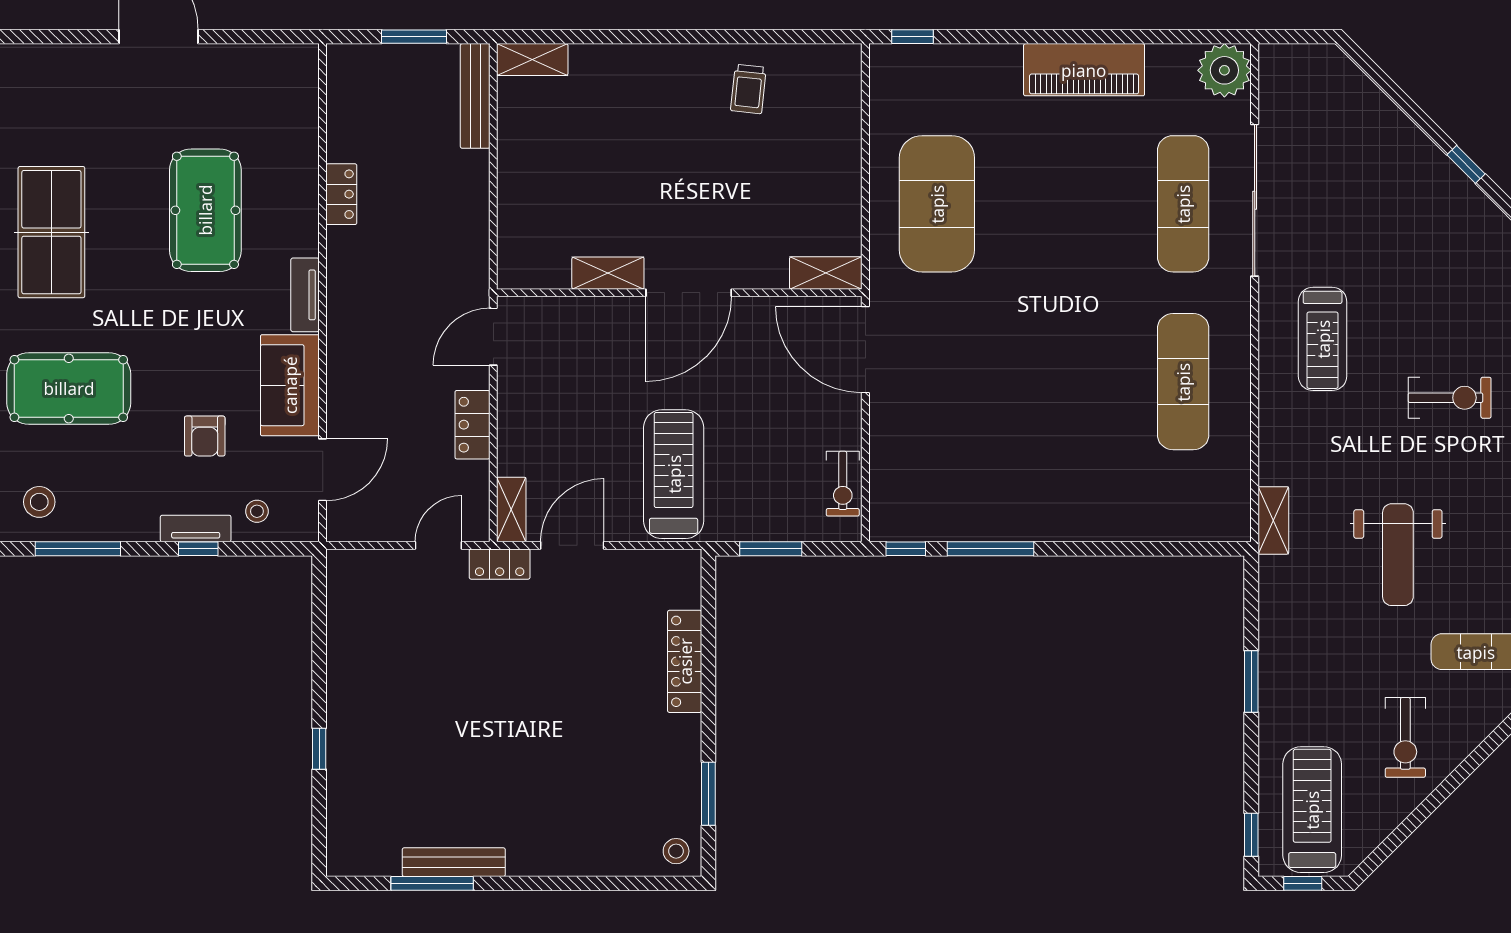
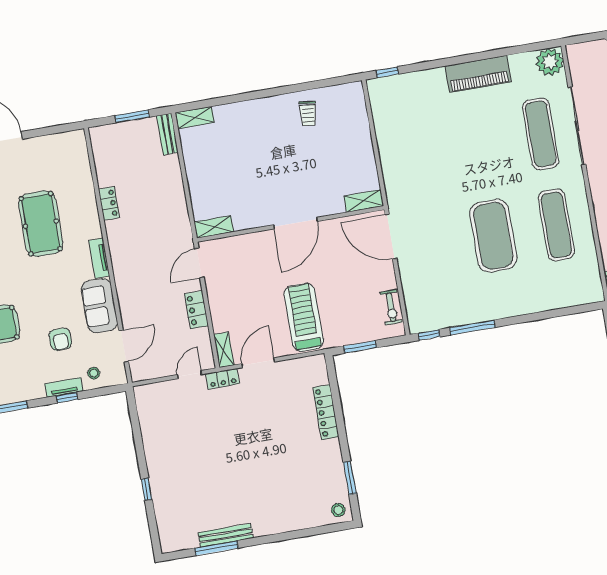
bench: (475, 96) -> (167, 134), width x0.73
exercise mat: (937, 204) -> (493, 236), moved
shelving: (608, 273) -> (214, 227), moved

